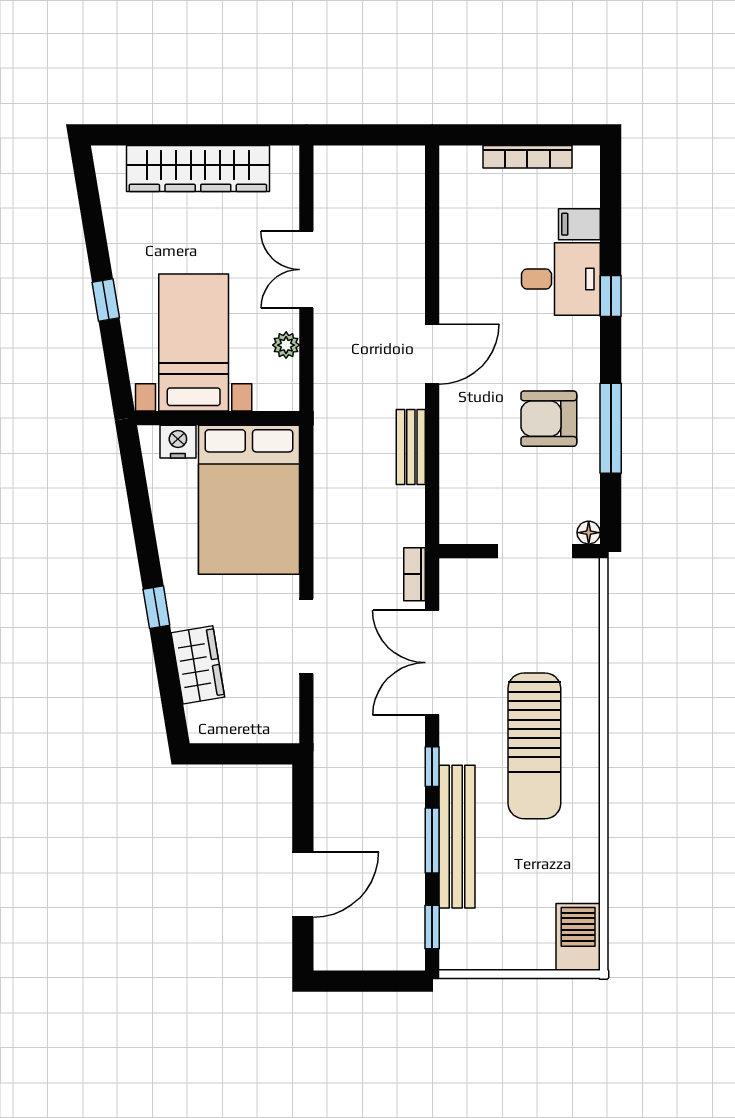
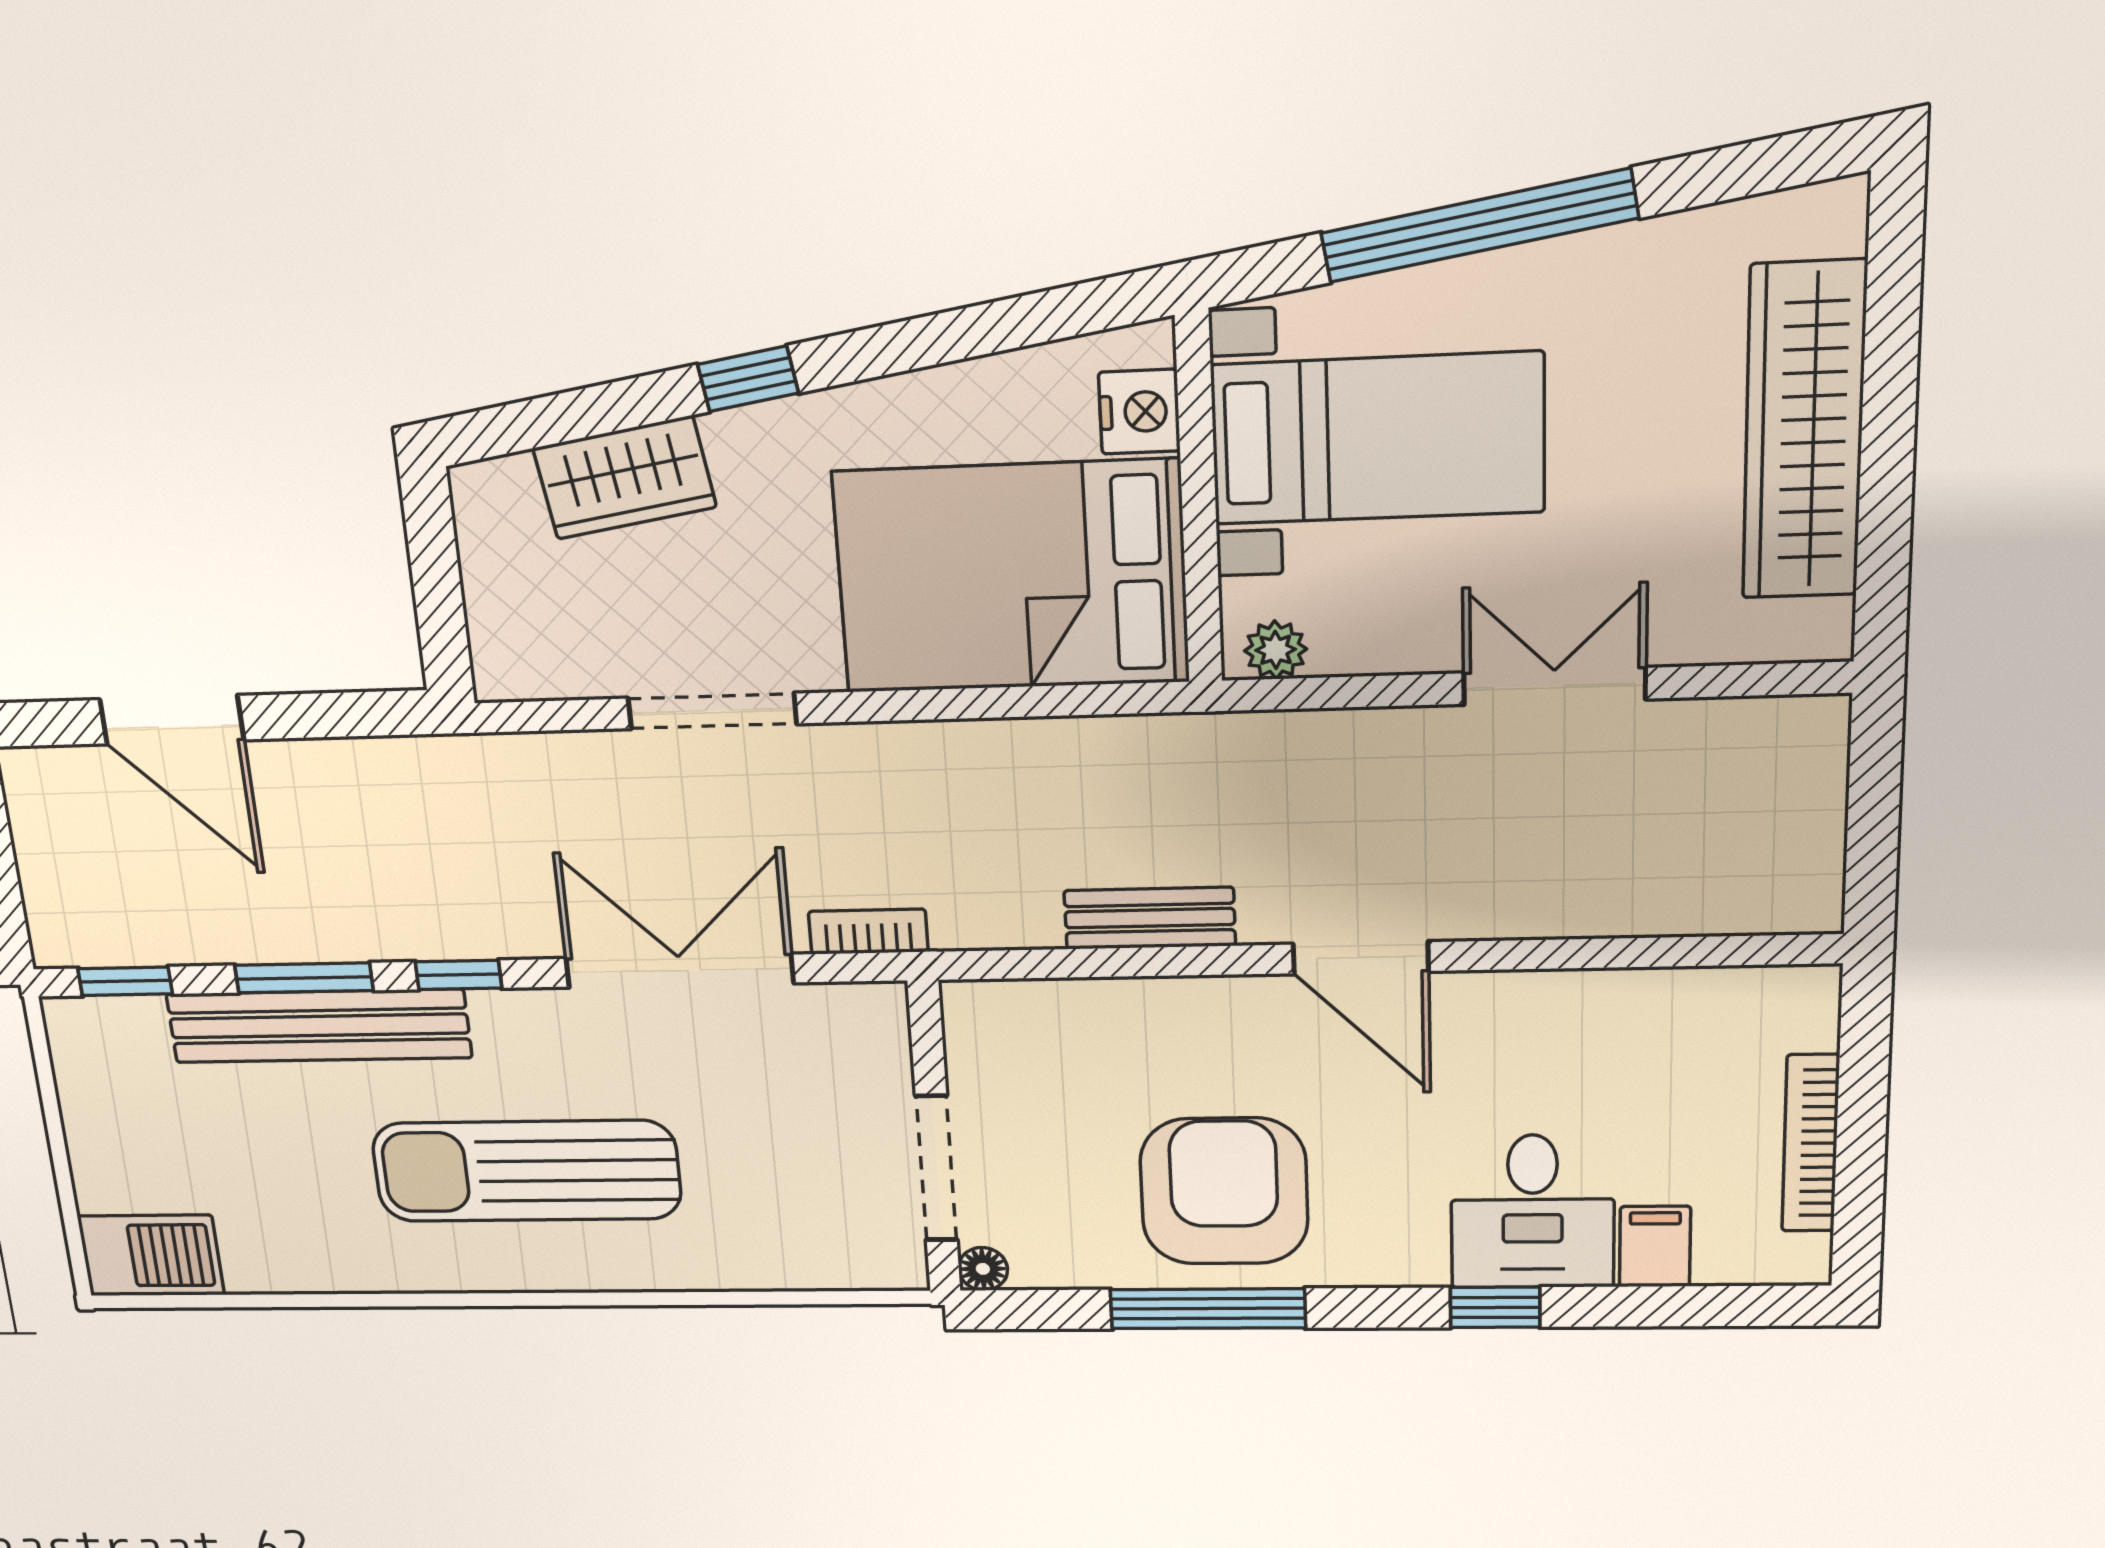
window: (106, 300) -> (1479, 226), width x3.17
plant: (286, 345) -> (1276, 650), moved
armchair: (549, 419) -> (1224, 1191), width x1.36, depth x1.36

